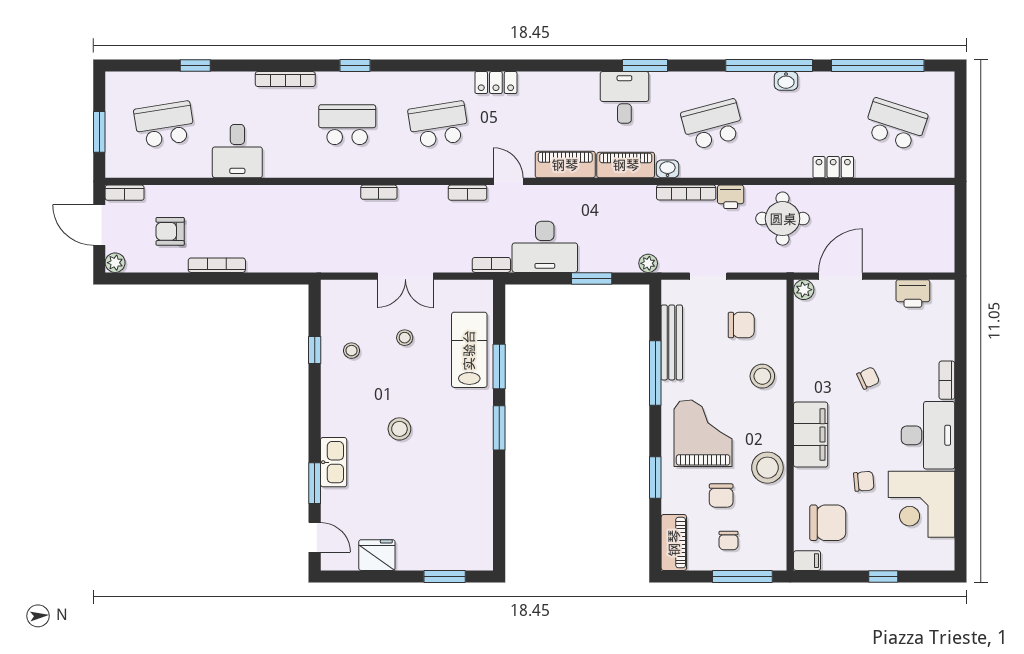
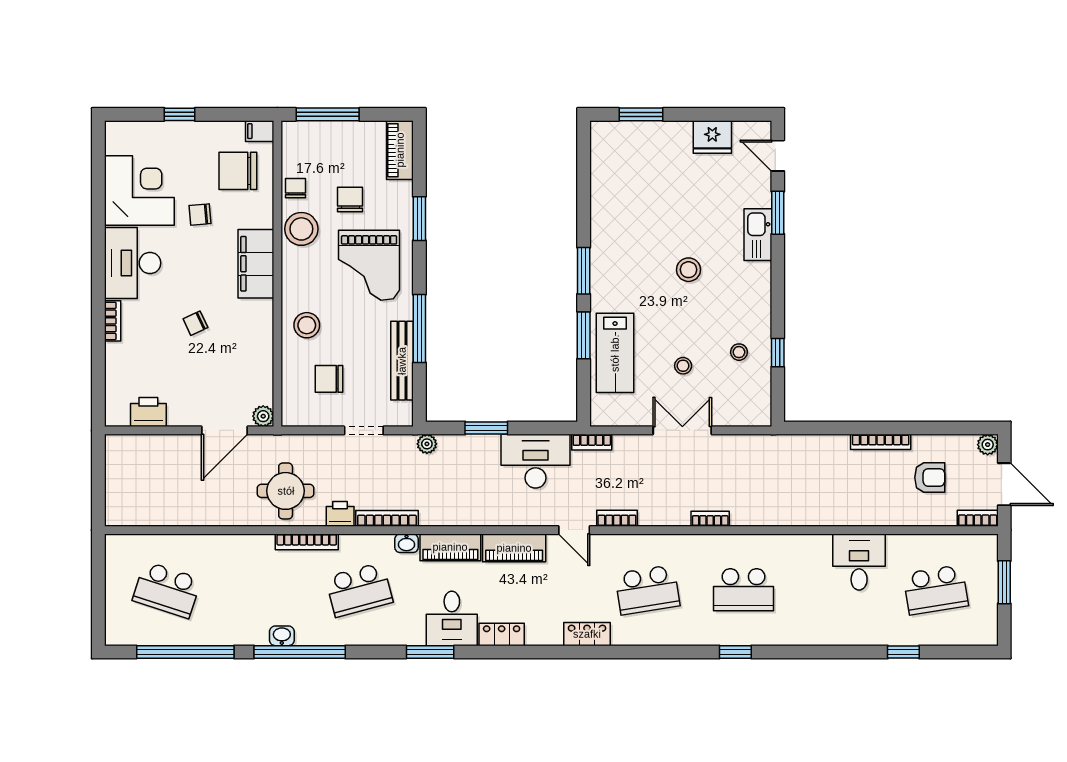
bookcase: (285, 79) -> (307, 542), moved, turned 180
locker: (833, 167) -> (502, 634), moved, turned 180
chair: (729, 540) -> (295, 188), moved

